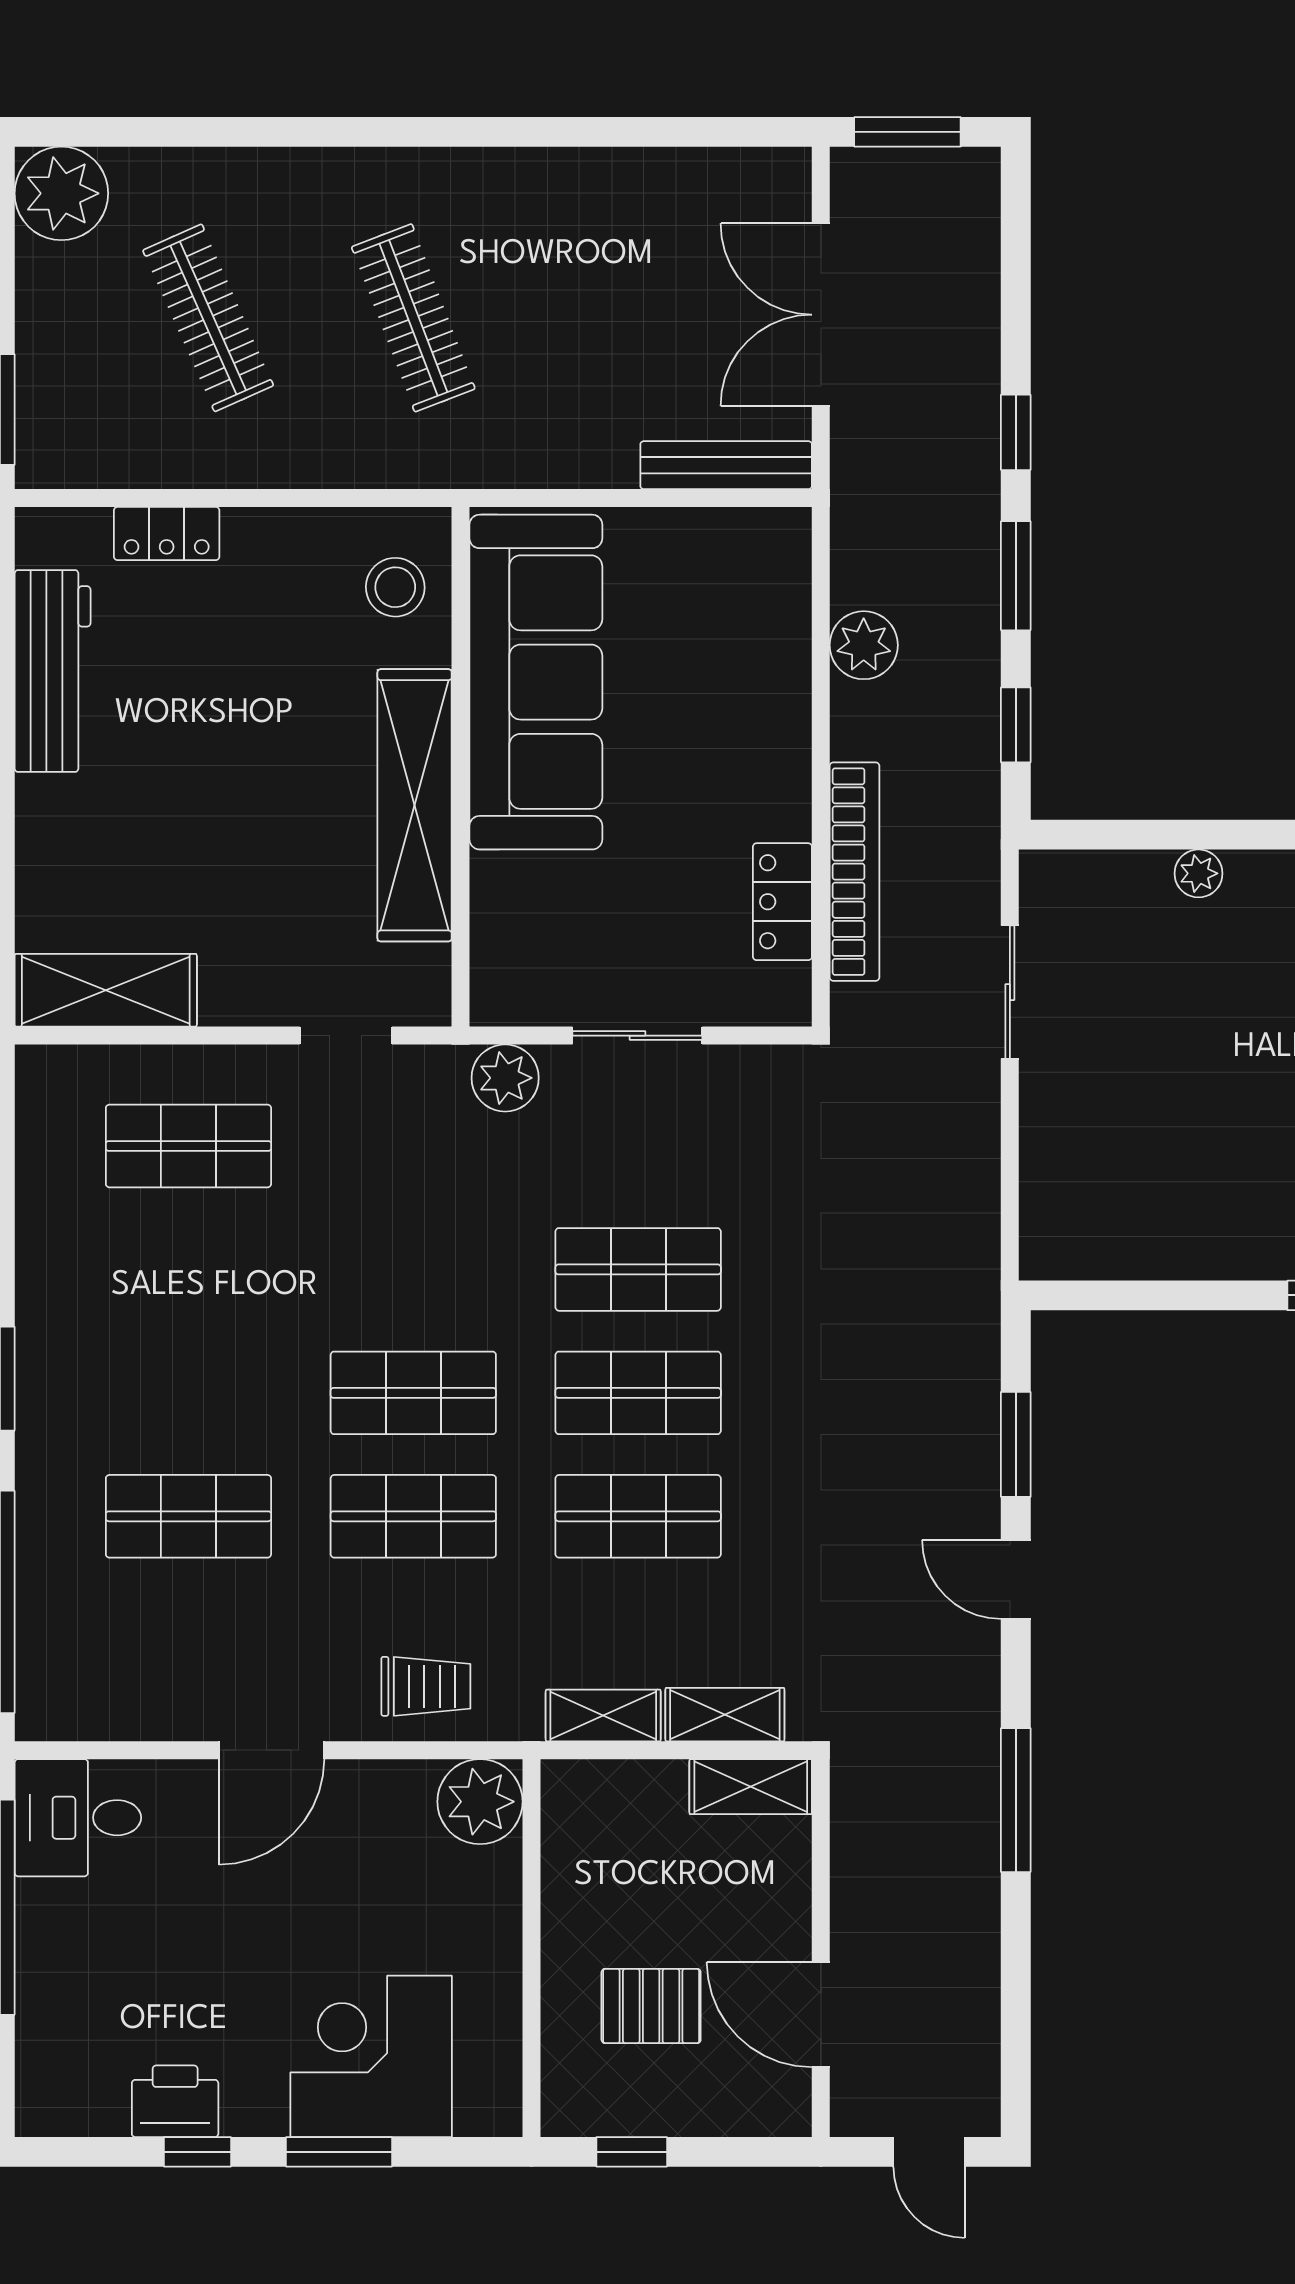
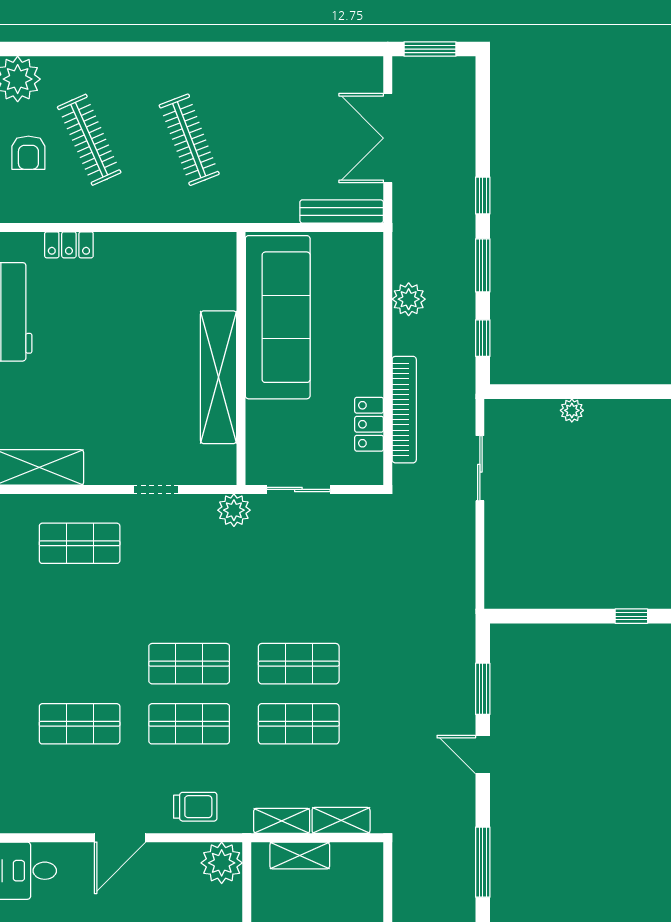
armchair: (83, 345) -> (28, 153), added
stool: (395, 587) -> (180, 271), removed
sofa: (536, 682) -> (278, 317), moved
wall: (461, 767) -> (241, 359), moved
shelving: (415, 805) -> (219, 377), moved
shop shelf: (638, 1269) -> (299, 603), removed
shelving: (751, 1787) -> (300, 856), moved

